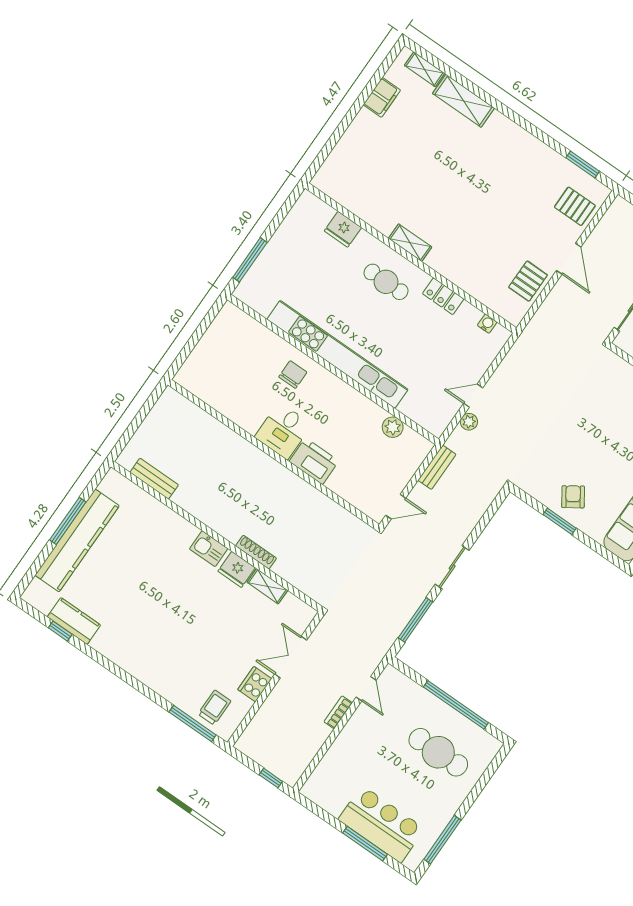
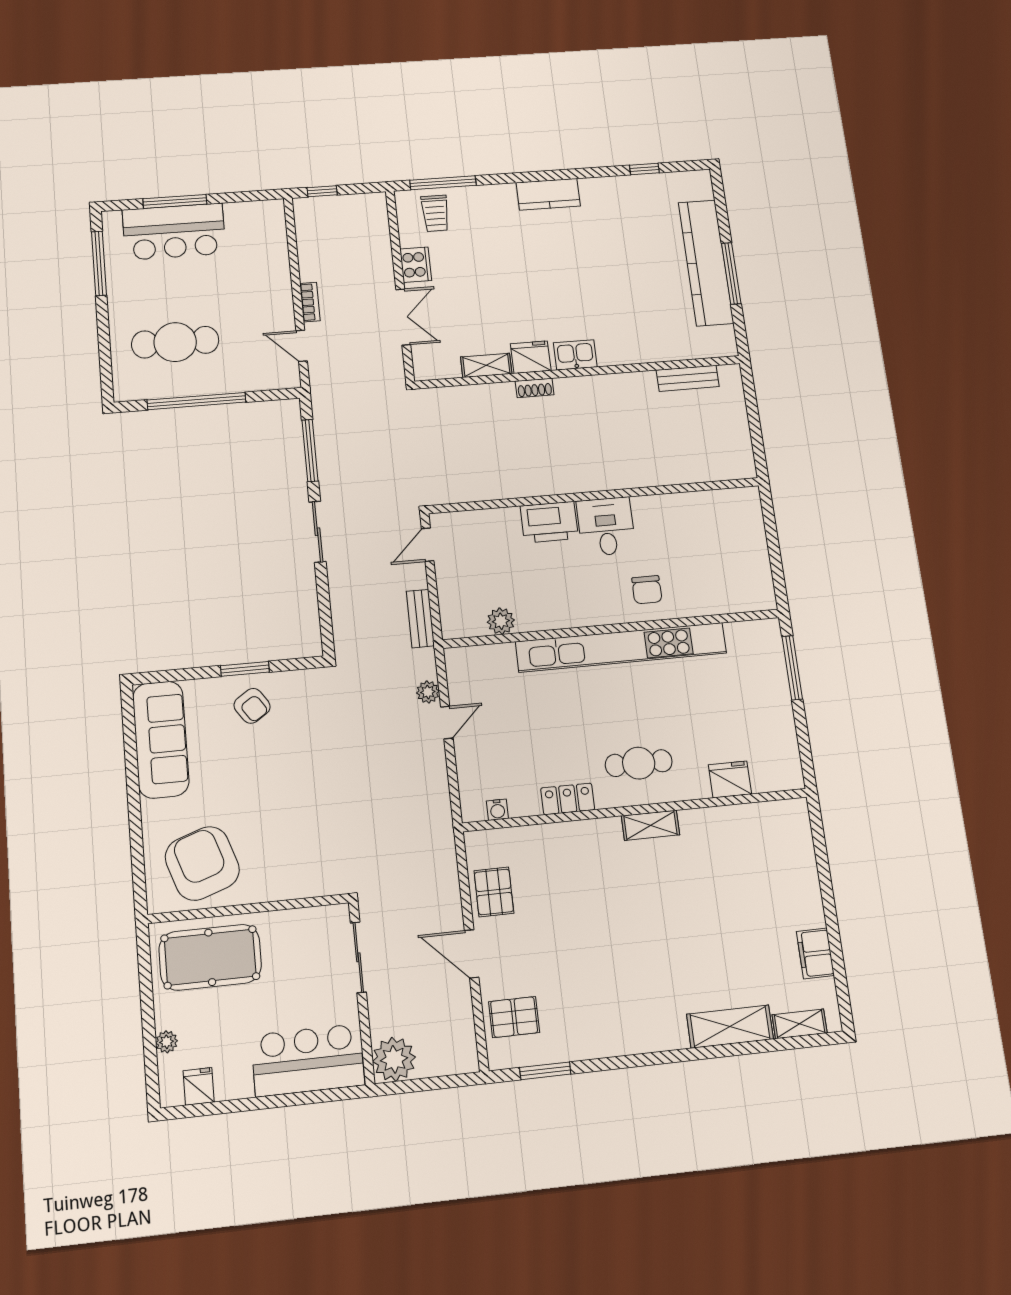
shoe rack: (256, 552) -> (535, 388), width x0.70
kitchen counter: (74, 621) -> (548, 194), moved

